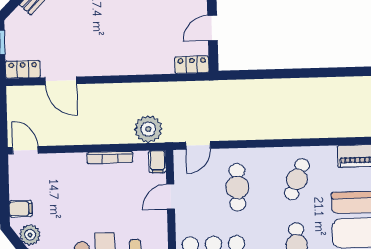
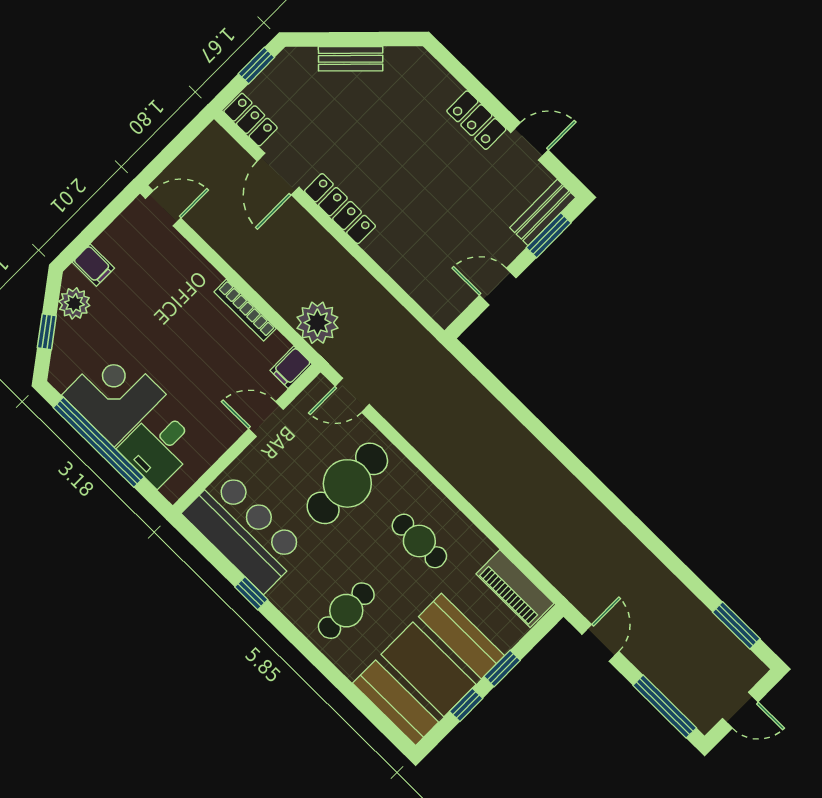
locker: (192, 65) -> (340, 209), moved, width x1.53
door: (25, 150) -> (163, 208), hinge flipped
cafe table: (297, 179) -> (419, 541), turned 68
cafe table: (237, 187) -> (347, 483), width x1.37, depth x1.35

